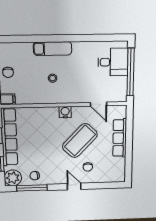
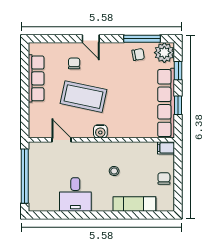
exam couch: (53, 49) -> (134, 204), moved
desk: (113, 62) -> (75, 195), moved, turned -90
row of seats: (120, 138) -> (36, 78), moved
coffee table: (80, 141) -> (83, 97), turned 58

